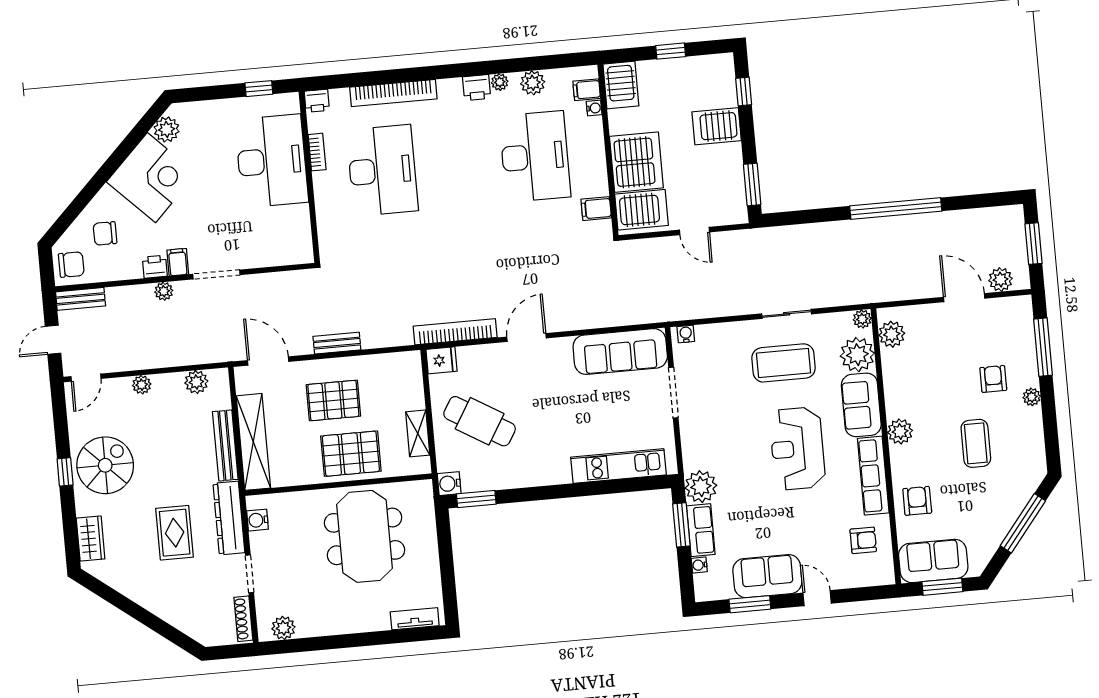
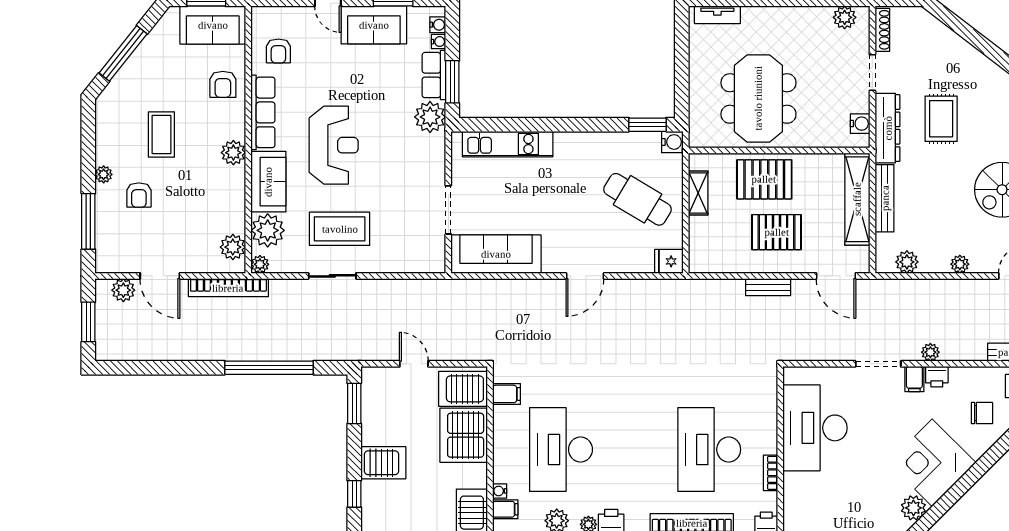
desk: (272, 161) -> (815, 428), moved
window: (896, 209) -> (269, 368), moved
bookcase: (455, 332) -> (228, 288), moved
water cooler: (686, 334) -> (438, 25), moved, turned -90
armchair: (863, 540) -> (278, 51), turned -90

